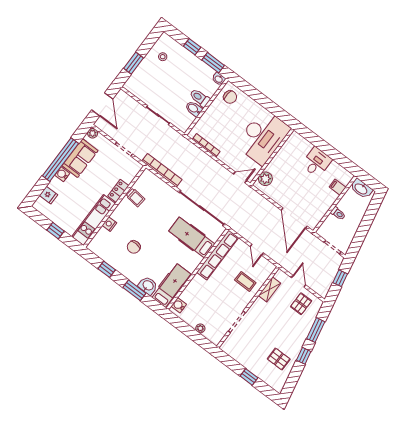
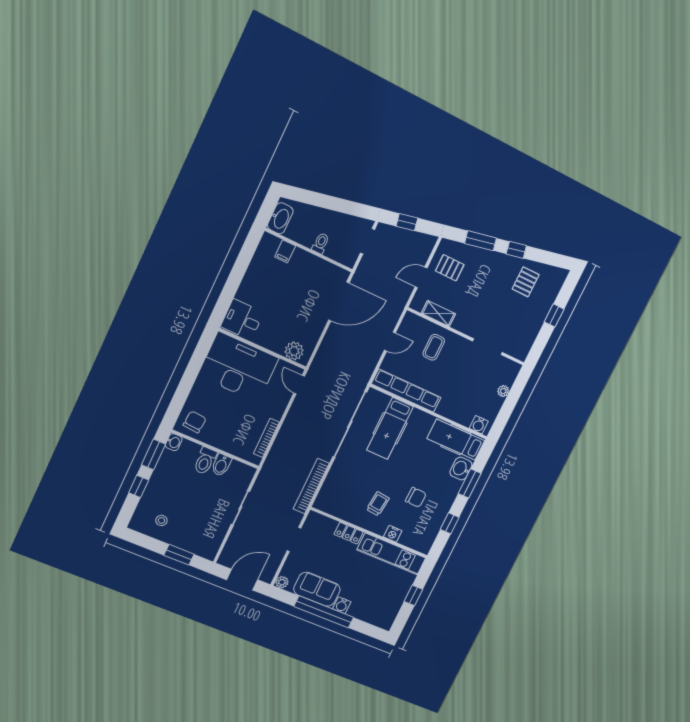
desk: (317, 162) -> (242, 320), moved
fridge: (49, 195) -> (371, 615), removed
trolley: (135, 198) -> (378, 504), moved

